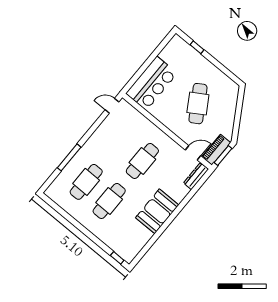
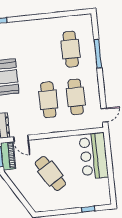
door: (193, 153) -> (21, 138), hinge flipped
cafe table: (109, 201) -> (76, 97), moved

